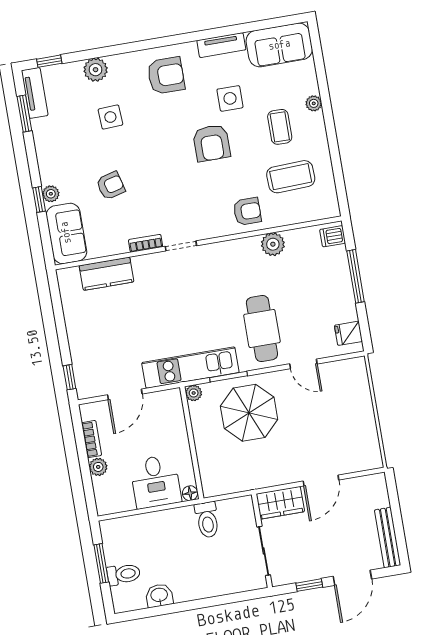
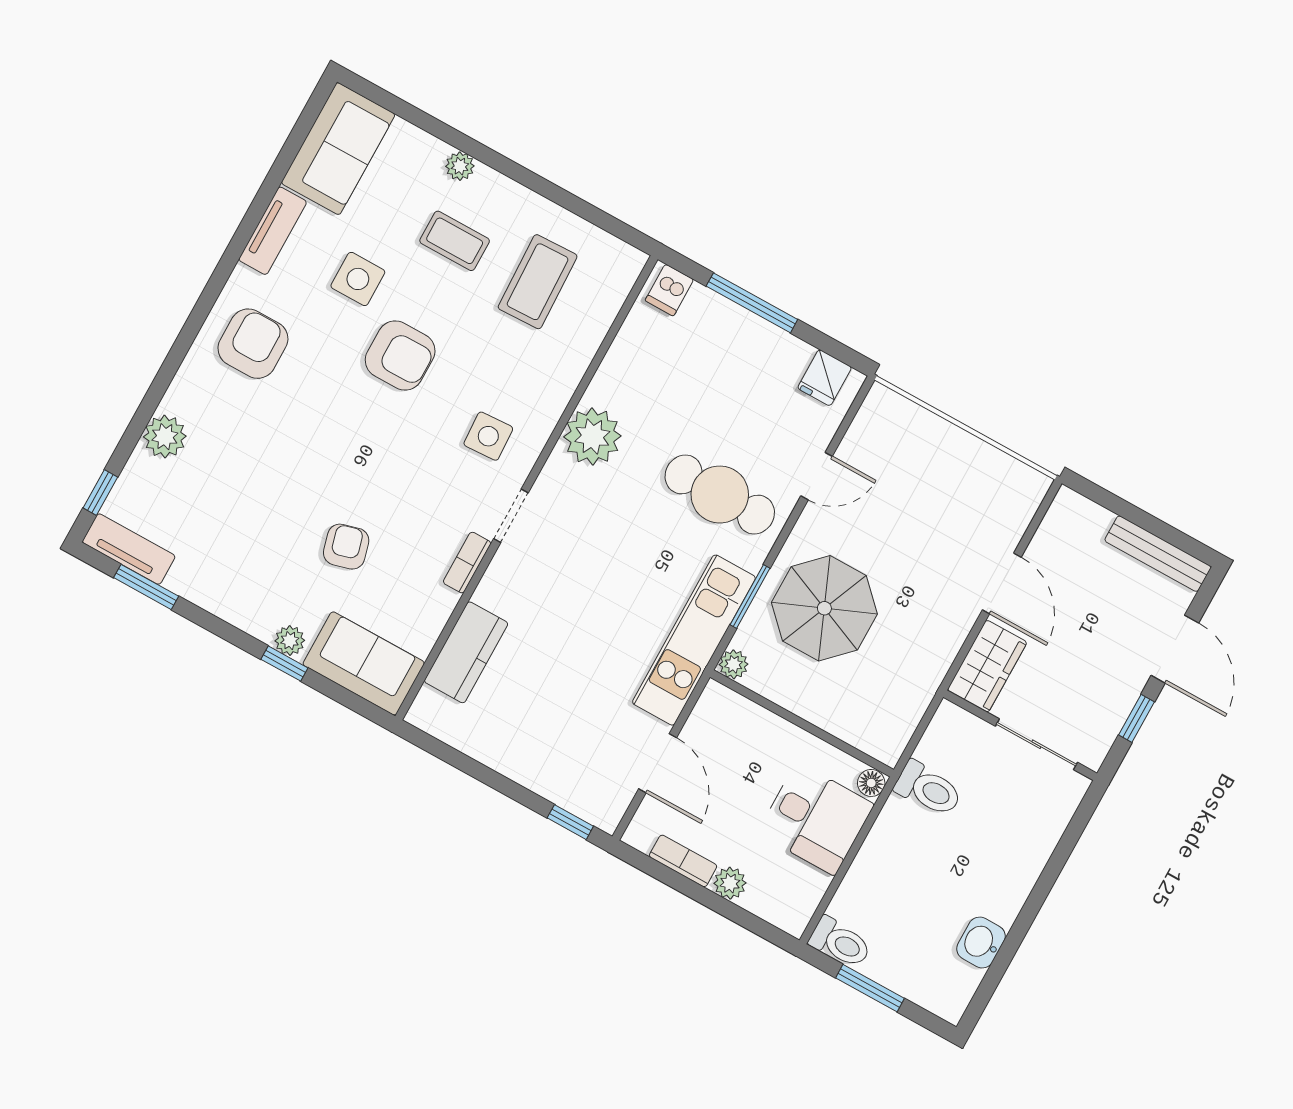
side table: (110, 117) -> (488, 436), moved
armchair: (247, 211) -> (537, 383), removed
plant: (273, 244) -> (592, 436), moved, width x1.36, depth x1.36
toilet: (124, 574) -> (840, 942), moved, turned 90

